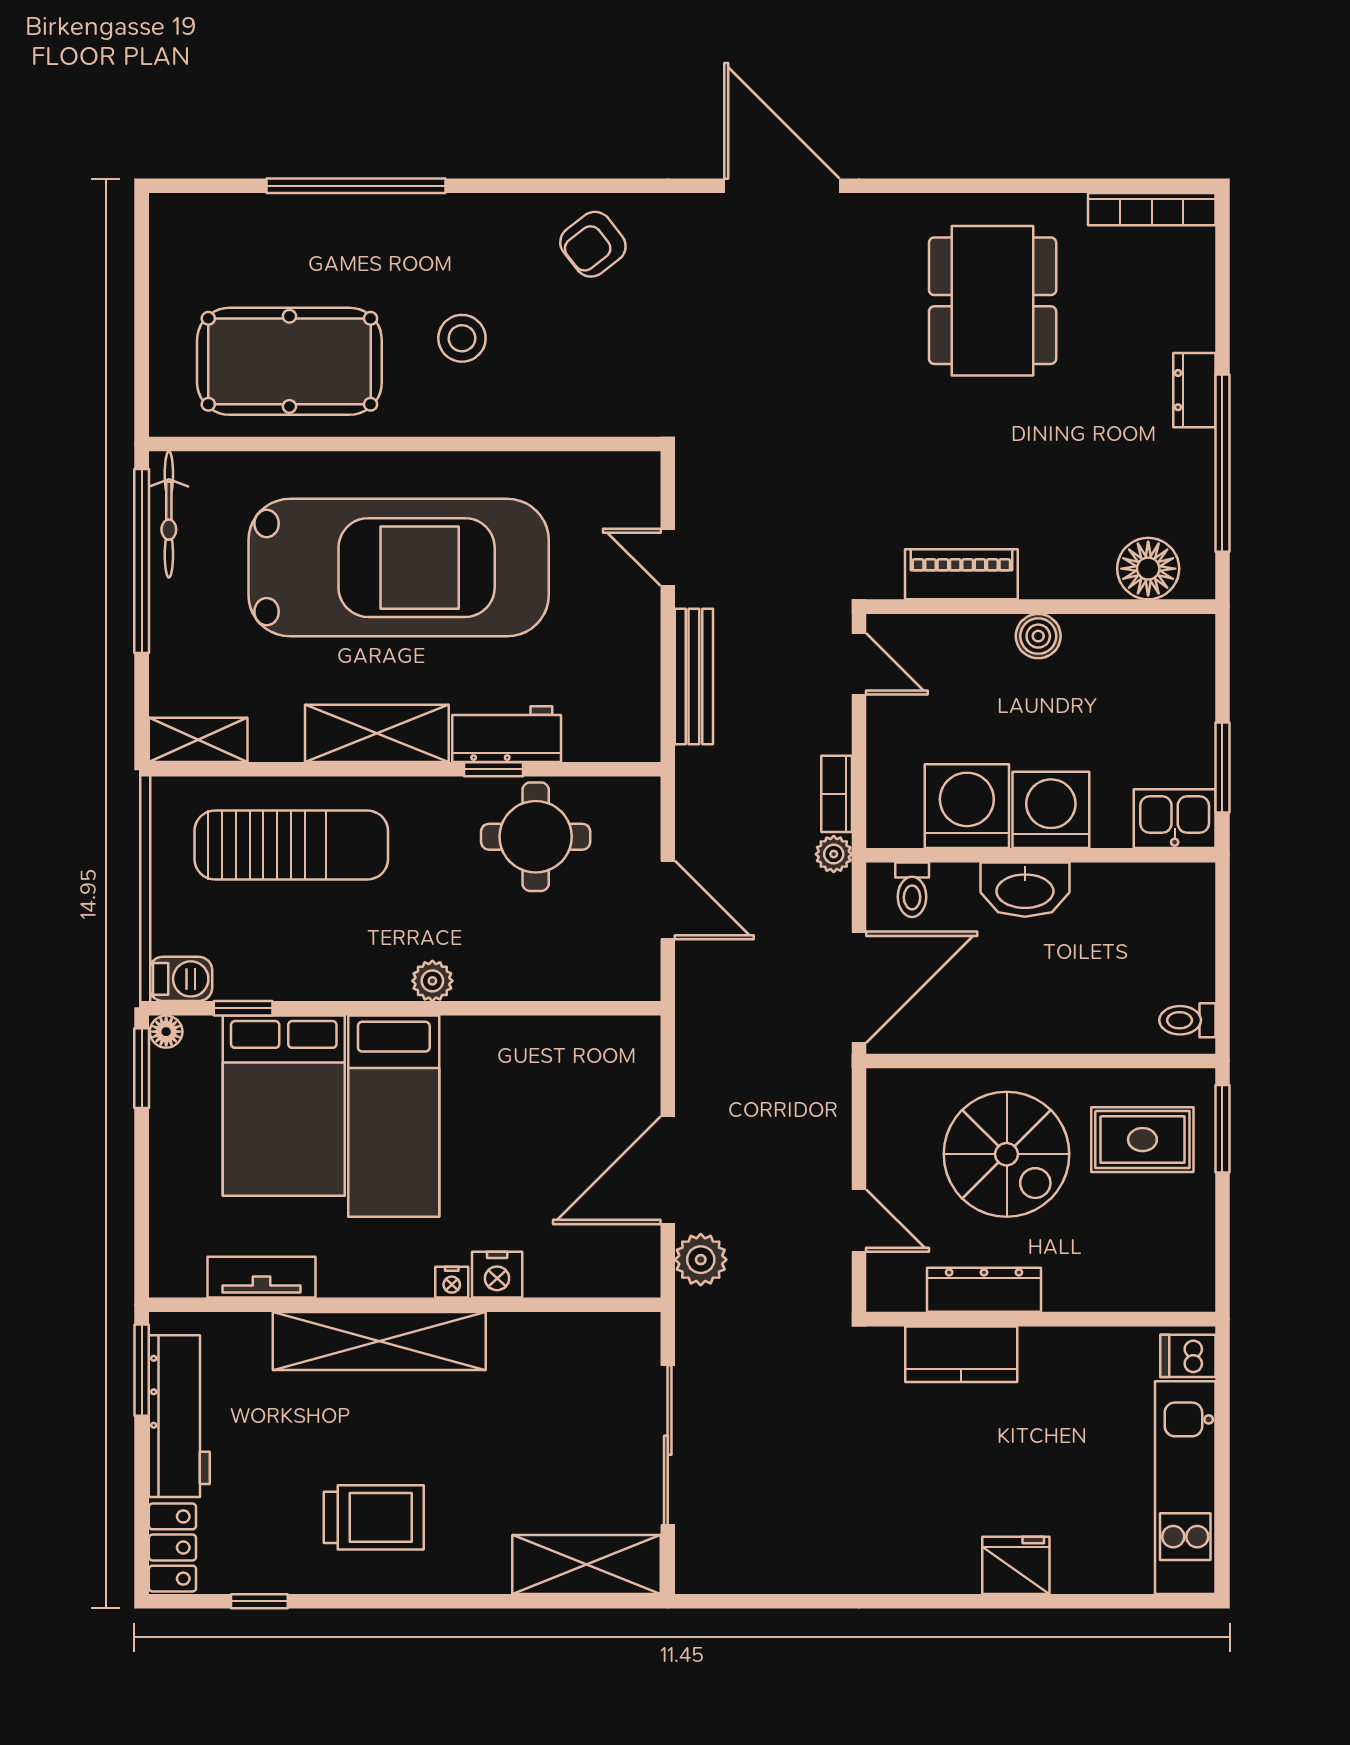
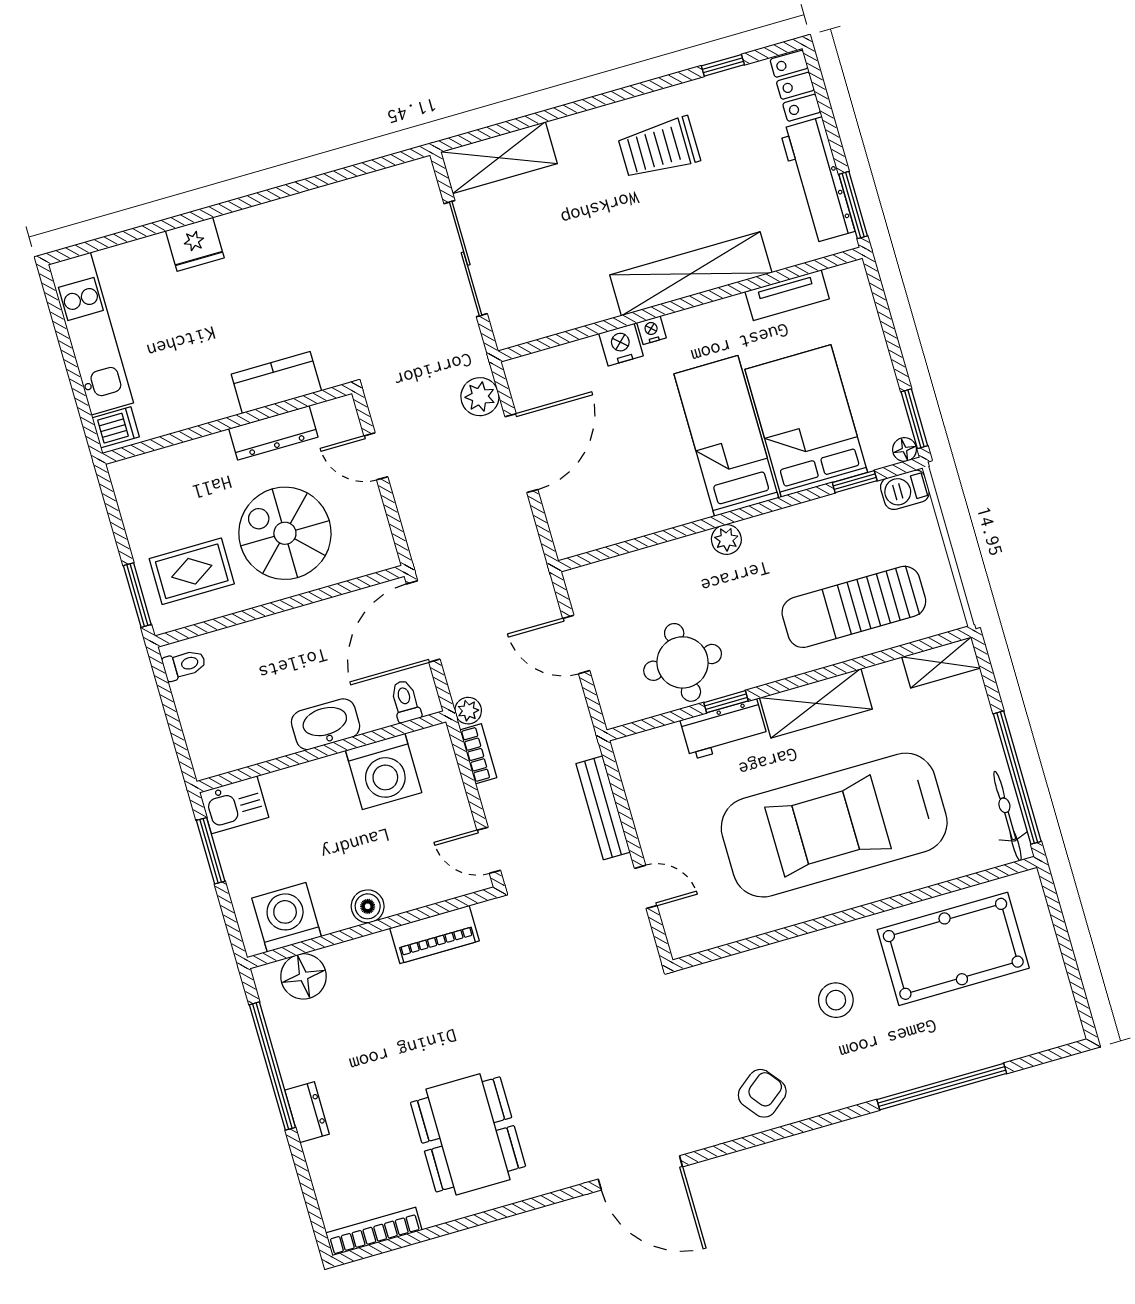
washing machine: (1051, 810) -> (287, 917), moved, turned 180

